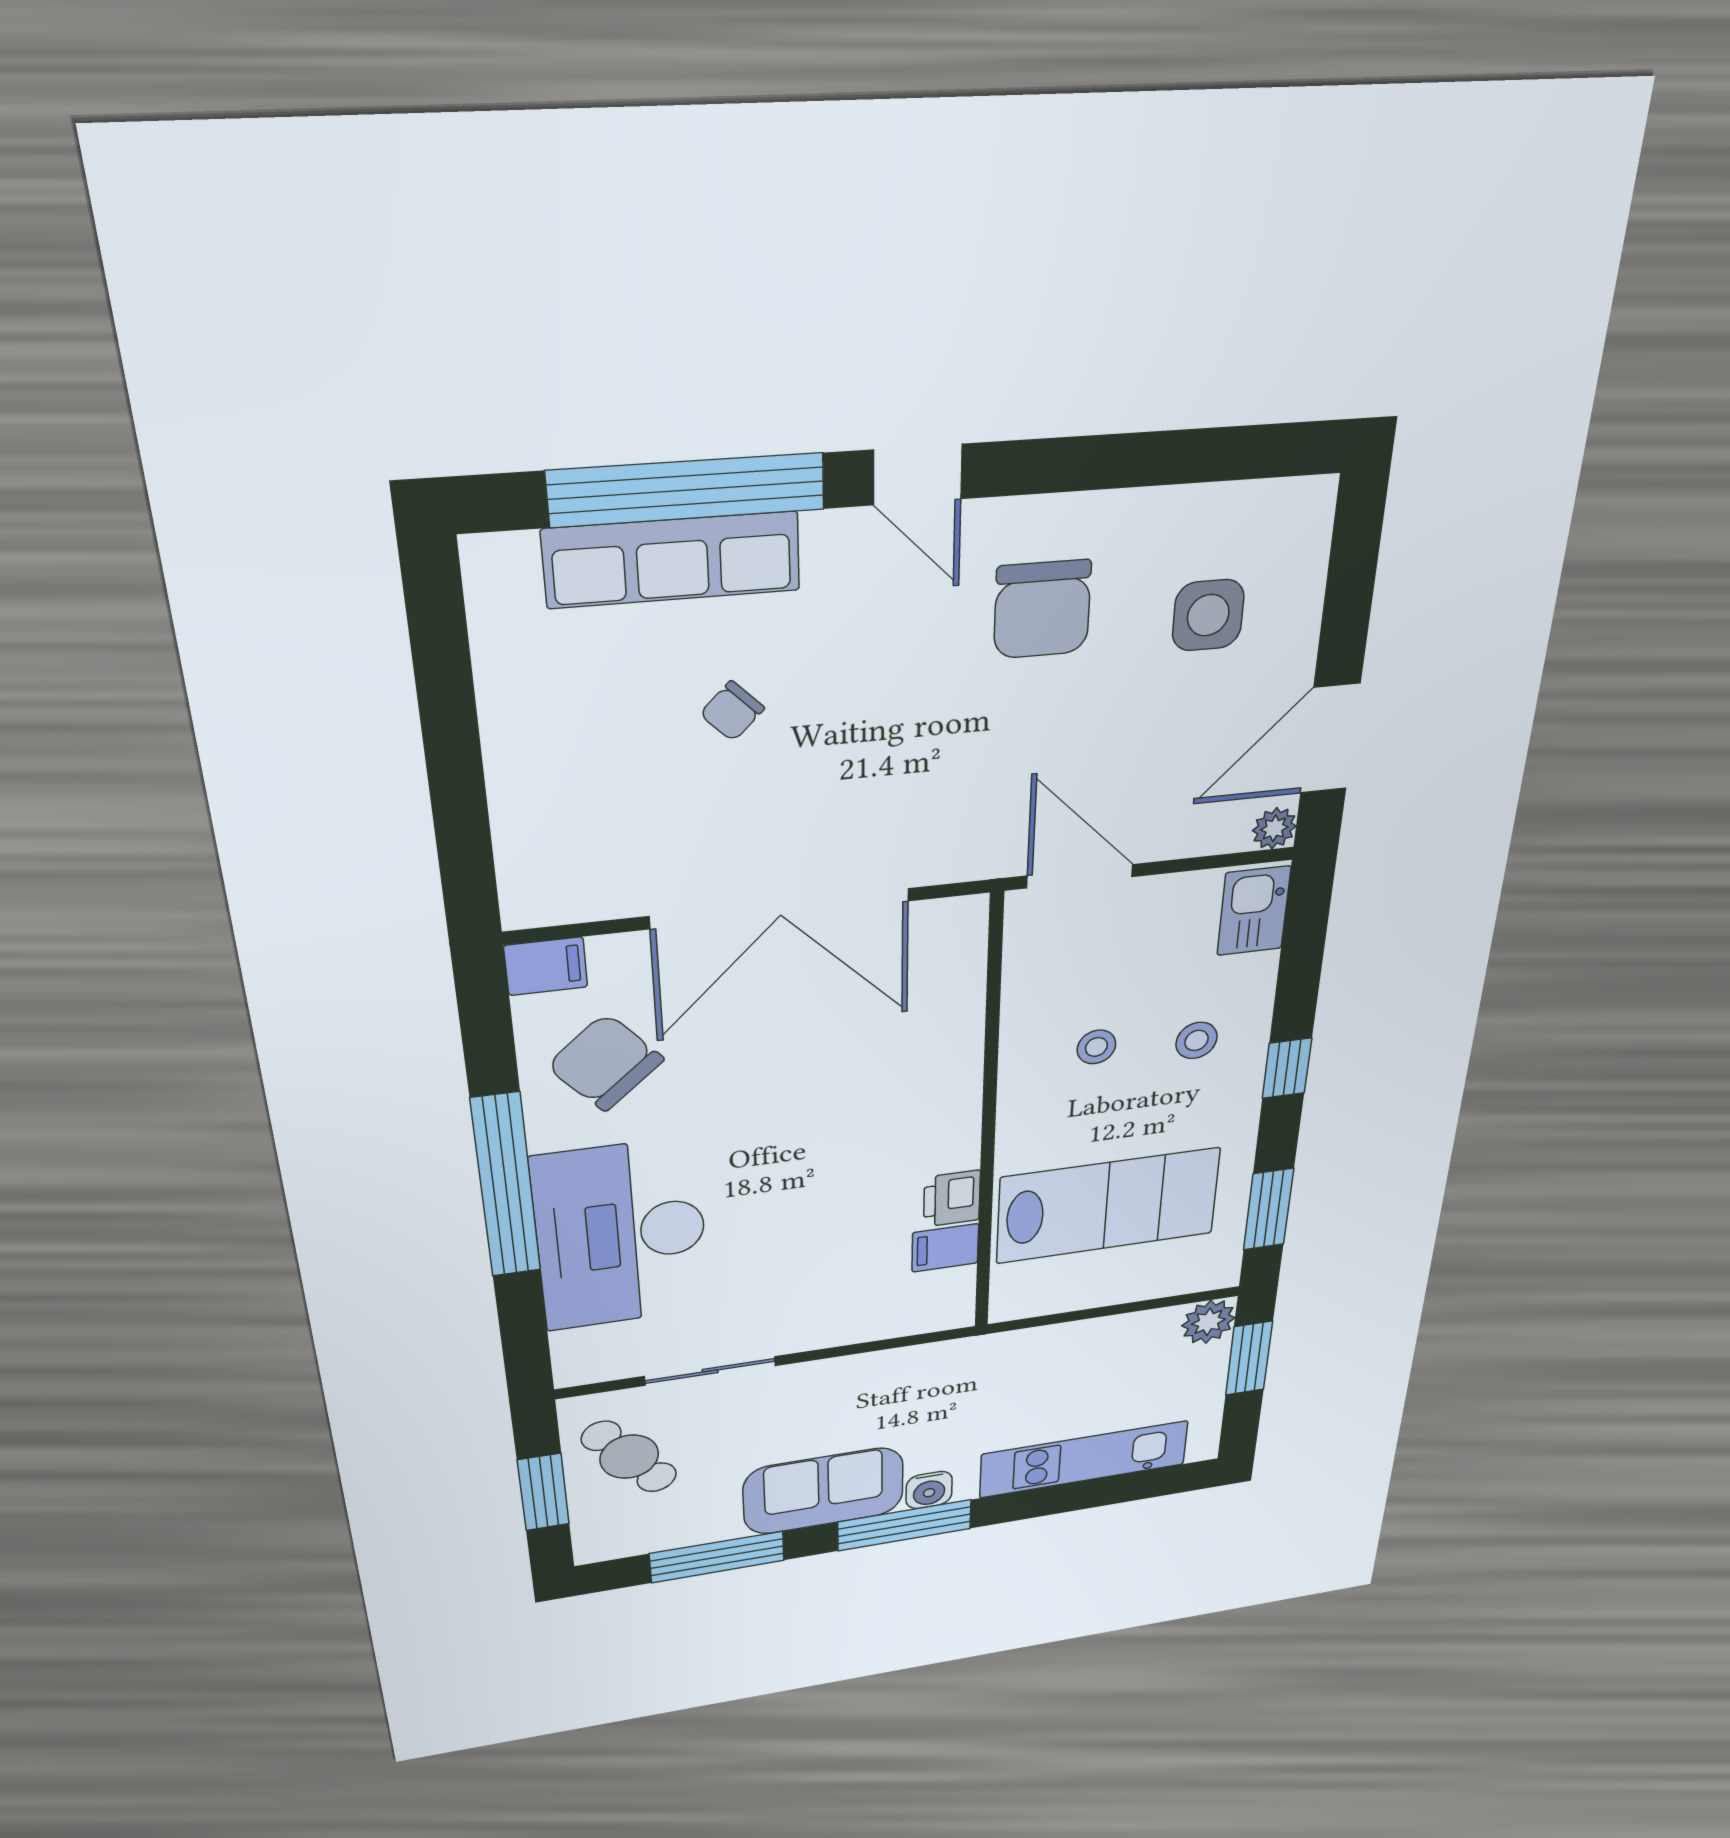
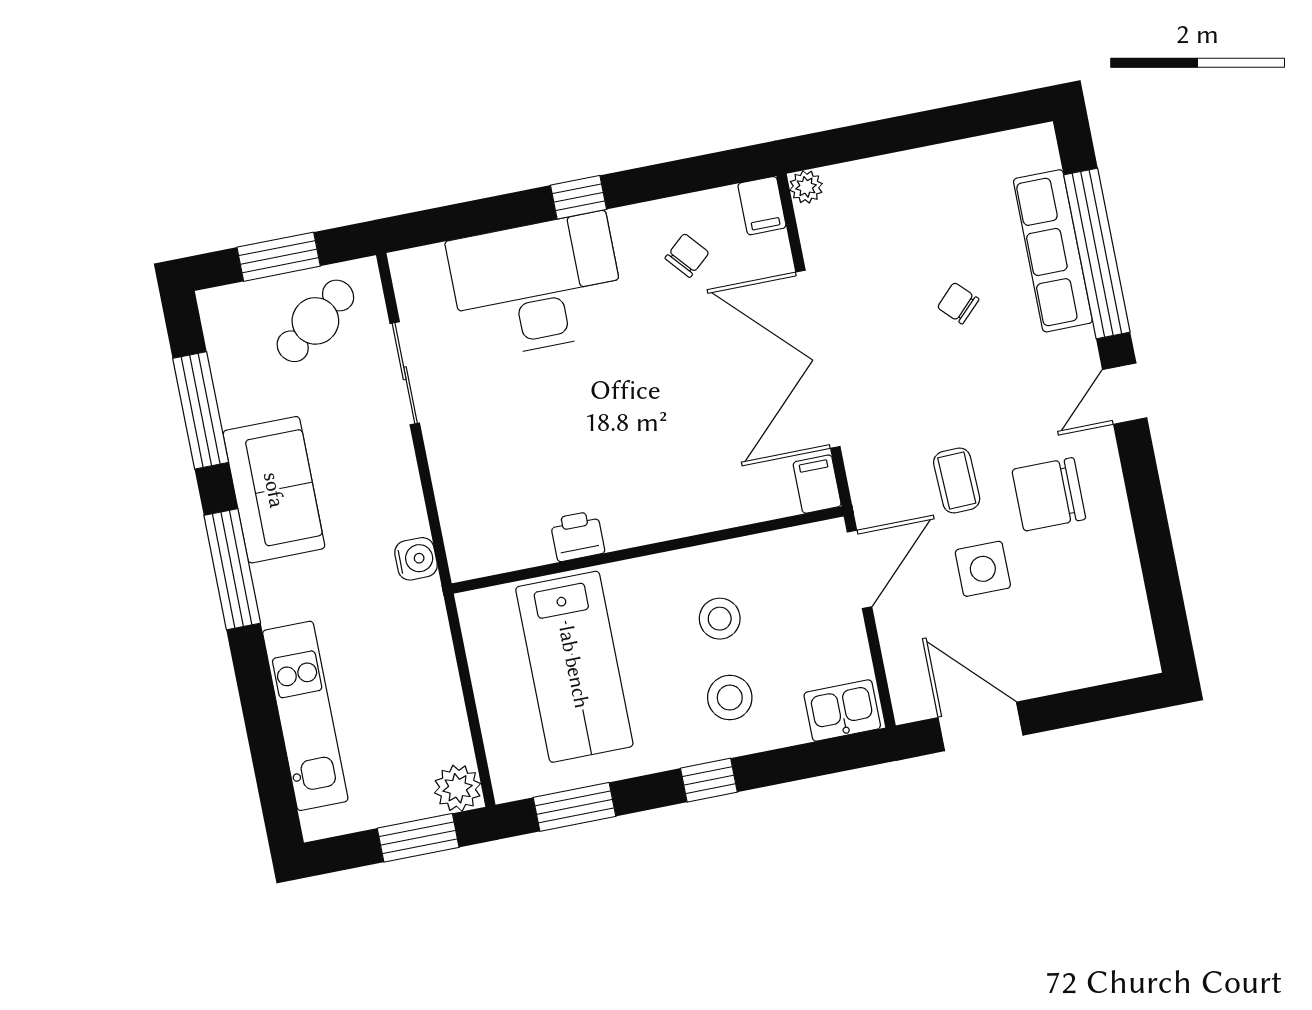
side table: (1208, 615) -> (983, 569), moved
coffee table: (991, 738) -> (957, 480), added
plant: (1274, 828) -> (806, 187), moved
stool: (1197, 1040) -> (730, 698), width x1.37, depth x1.37
stool: (1096, 1047) -> (720, 619), width x1.37, depth x1.37
chair: (605, 1063) -> (687, 255), width x0.54, depth x0.54
window: (506, 1186) -> (579, 197), width x0.32
filing cabinet: (945, 1248) -> (817, 484), moved
water cooler: (929, 1490) -> (416, 559), moved, turned 180

